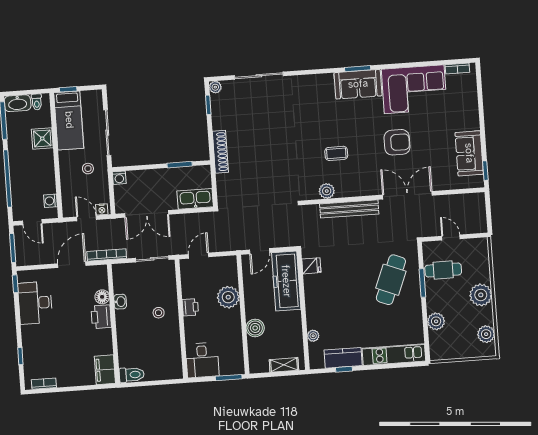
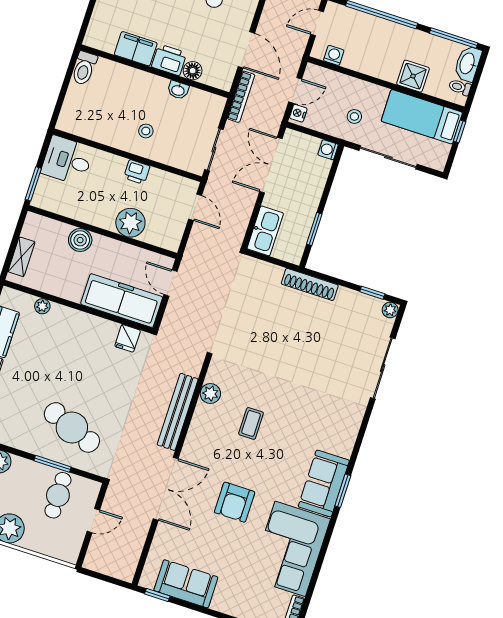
filing cabinet: (105, 370) -> (136, 49), moved

